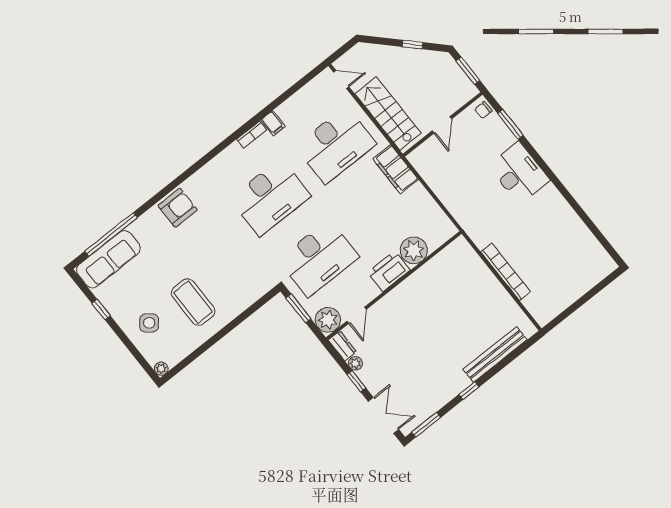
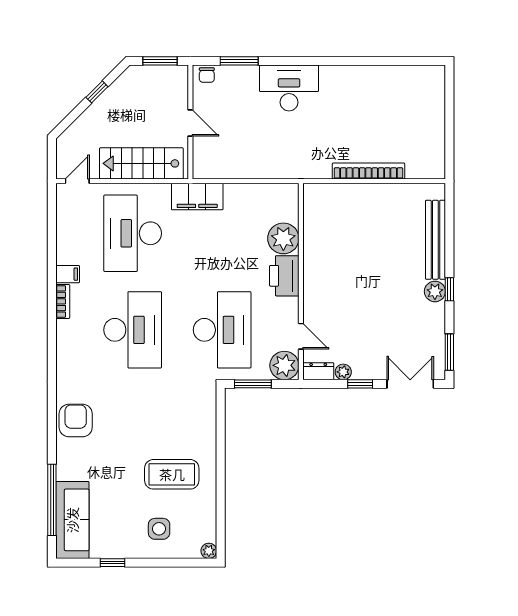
desk: (336, 145) -> (133, 233), turned 180
side table: (149, 323) -> (159, 529), turned -38
plant: (460, 382) -> (435, 291), added

